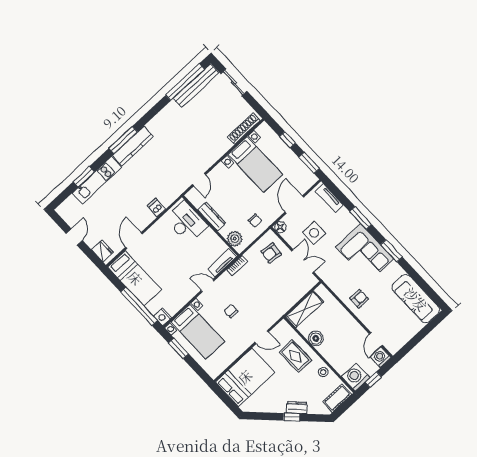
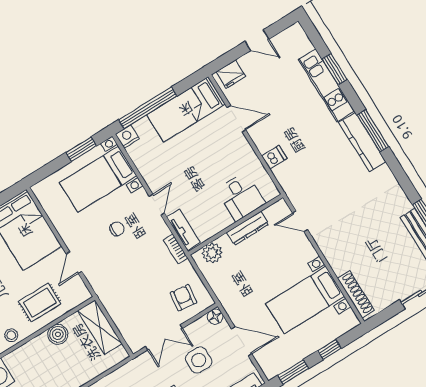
chair: (255, 221) -> (231, 285), removed
desk: (186, 222) -> (241, 197), width x0.73

